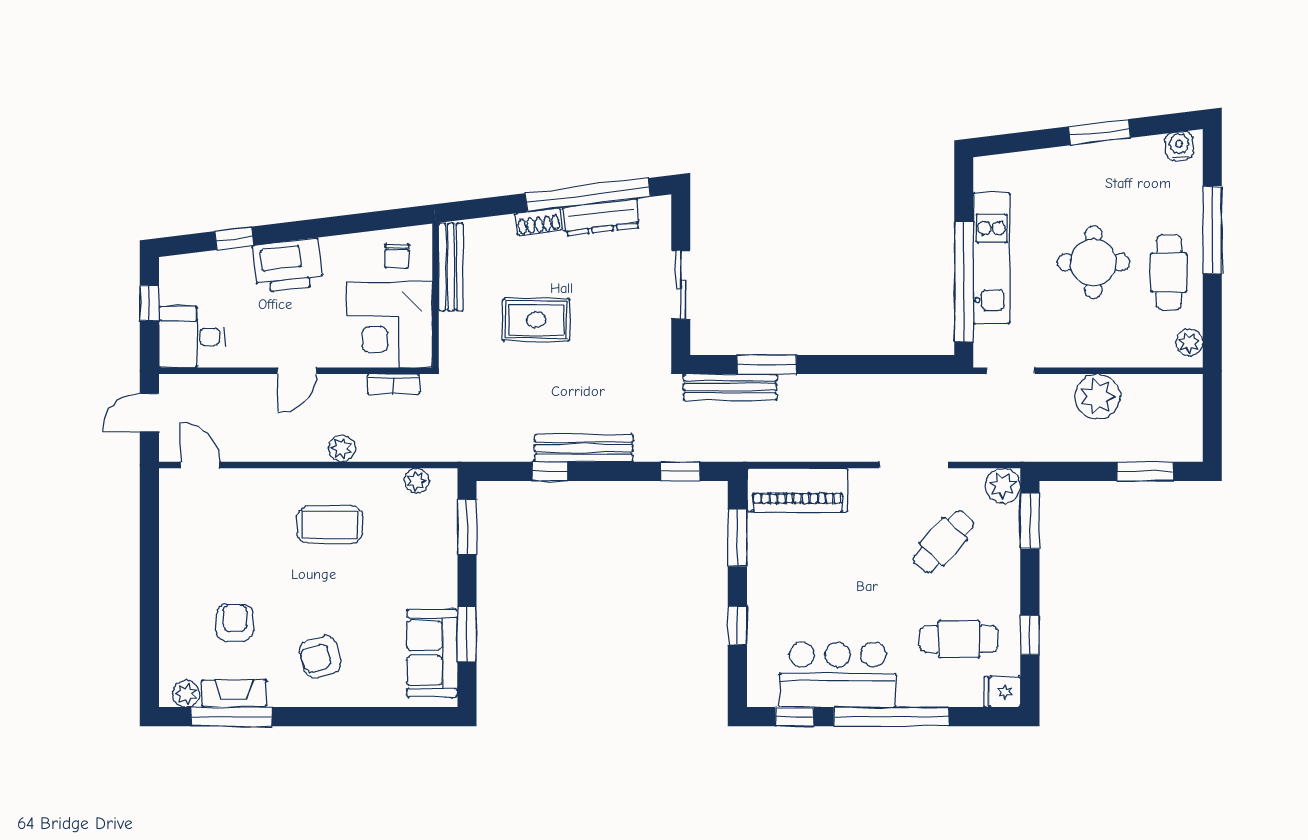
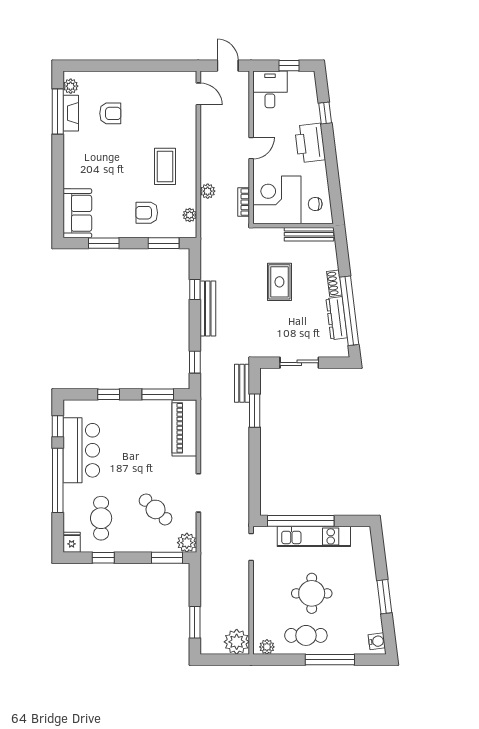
door: (297, 371) -> (251, 148), swing flipped
bench: (730, 387) -> (242, 383), width x0.73
plant: (1098, 397) -> (237, 642), moved
plant: (342, 449) -> (208, 191), moved
door: (200, 465) -> (198, 94), hinge flipped
sofa: (432, 653) -> (77, 213), moved, turned 90
armchair: (320, 657) -> (147, 213), moved, turned -74

